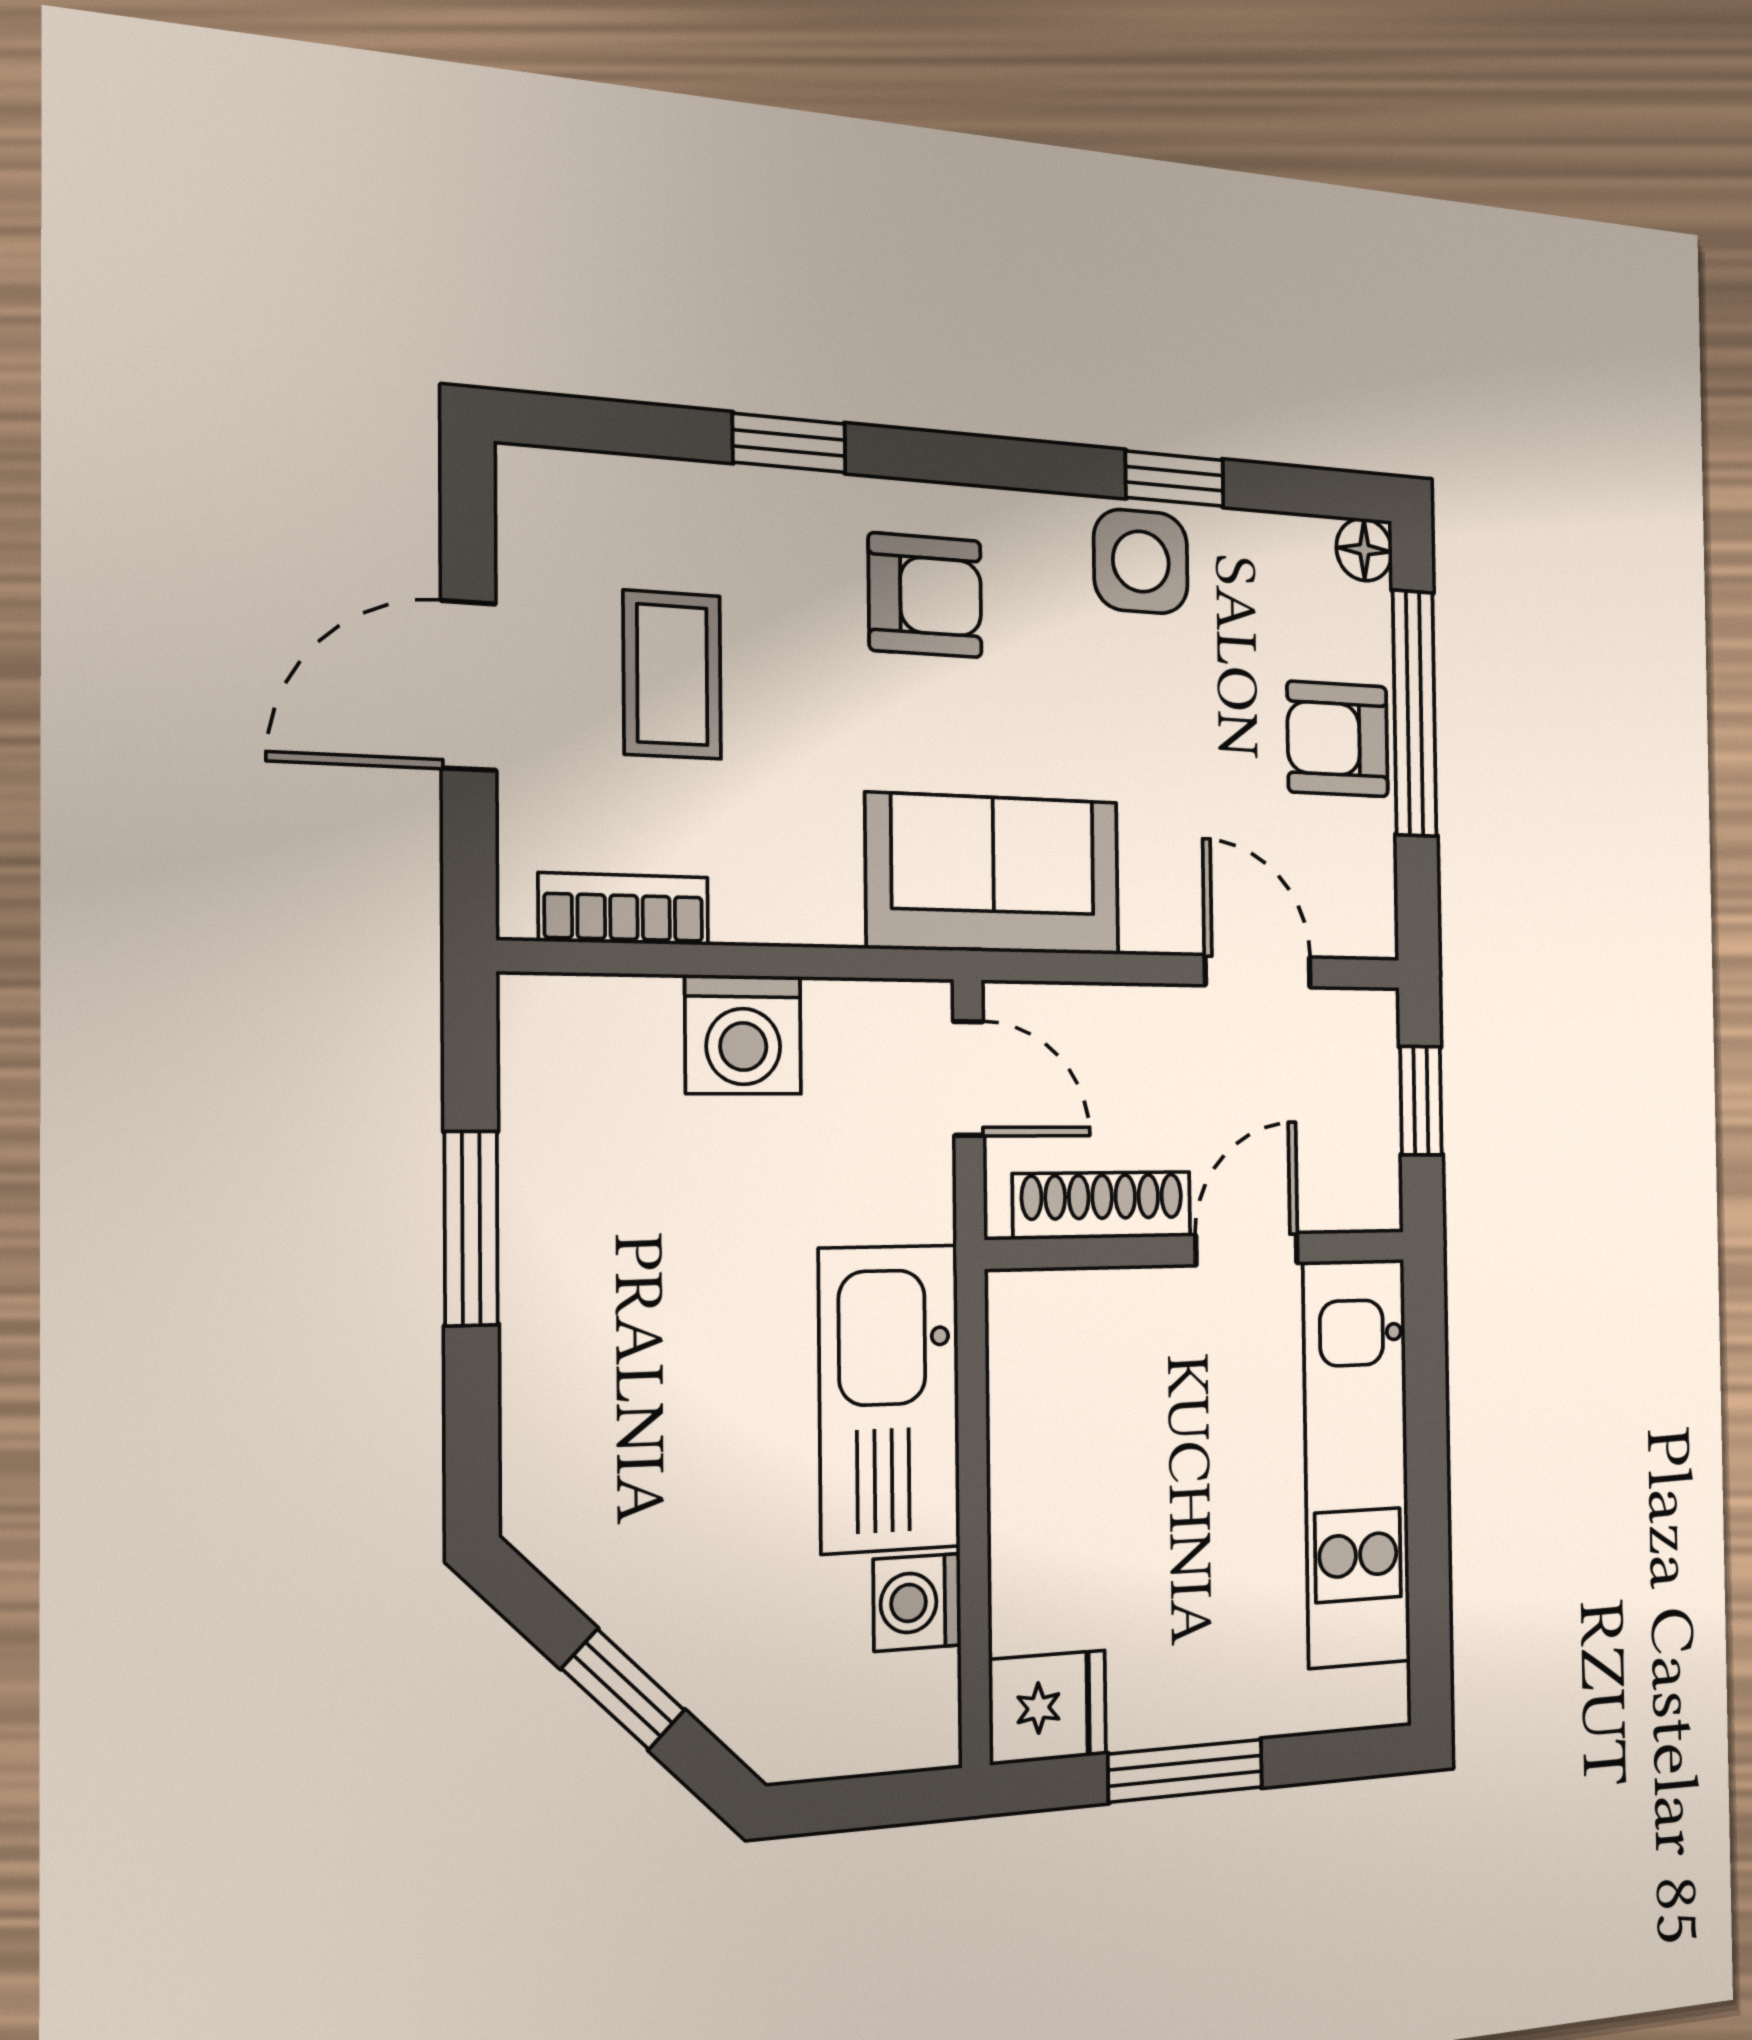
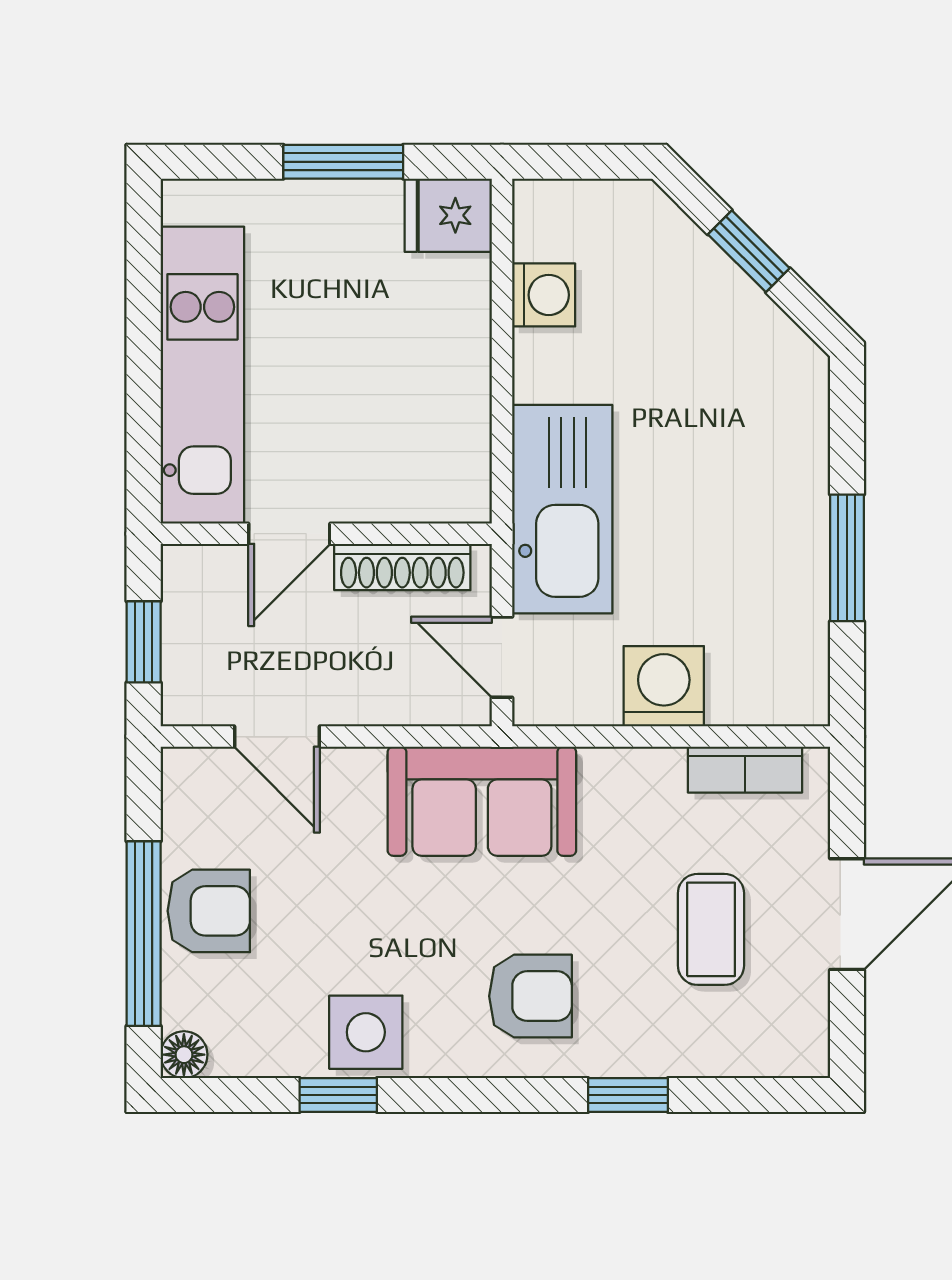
armchair: (925, 595) -> (530, 996), turned 180
kitchen sink: (890, 1398) -> (562, 509), moved

